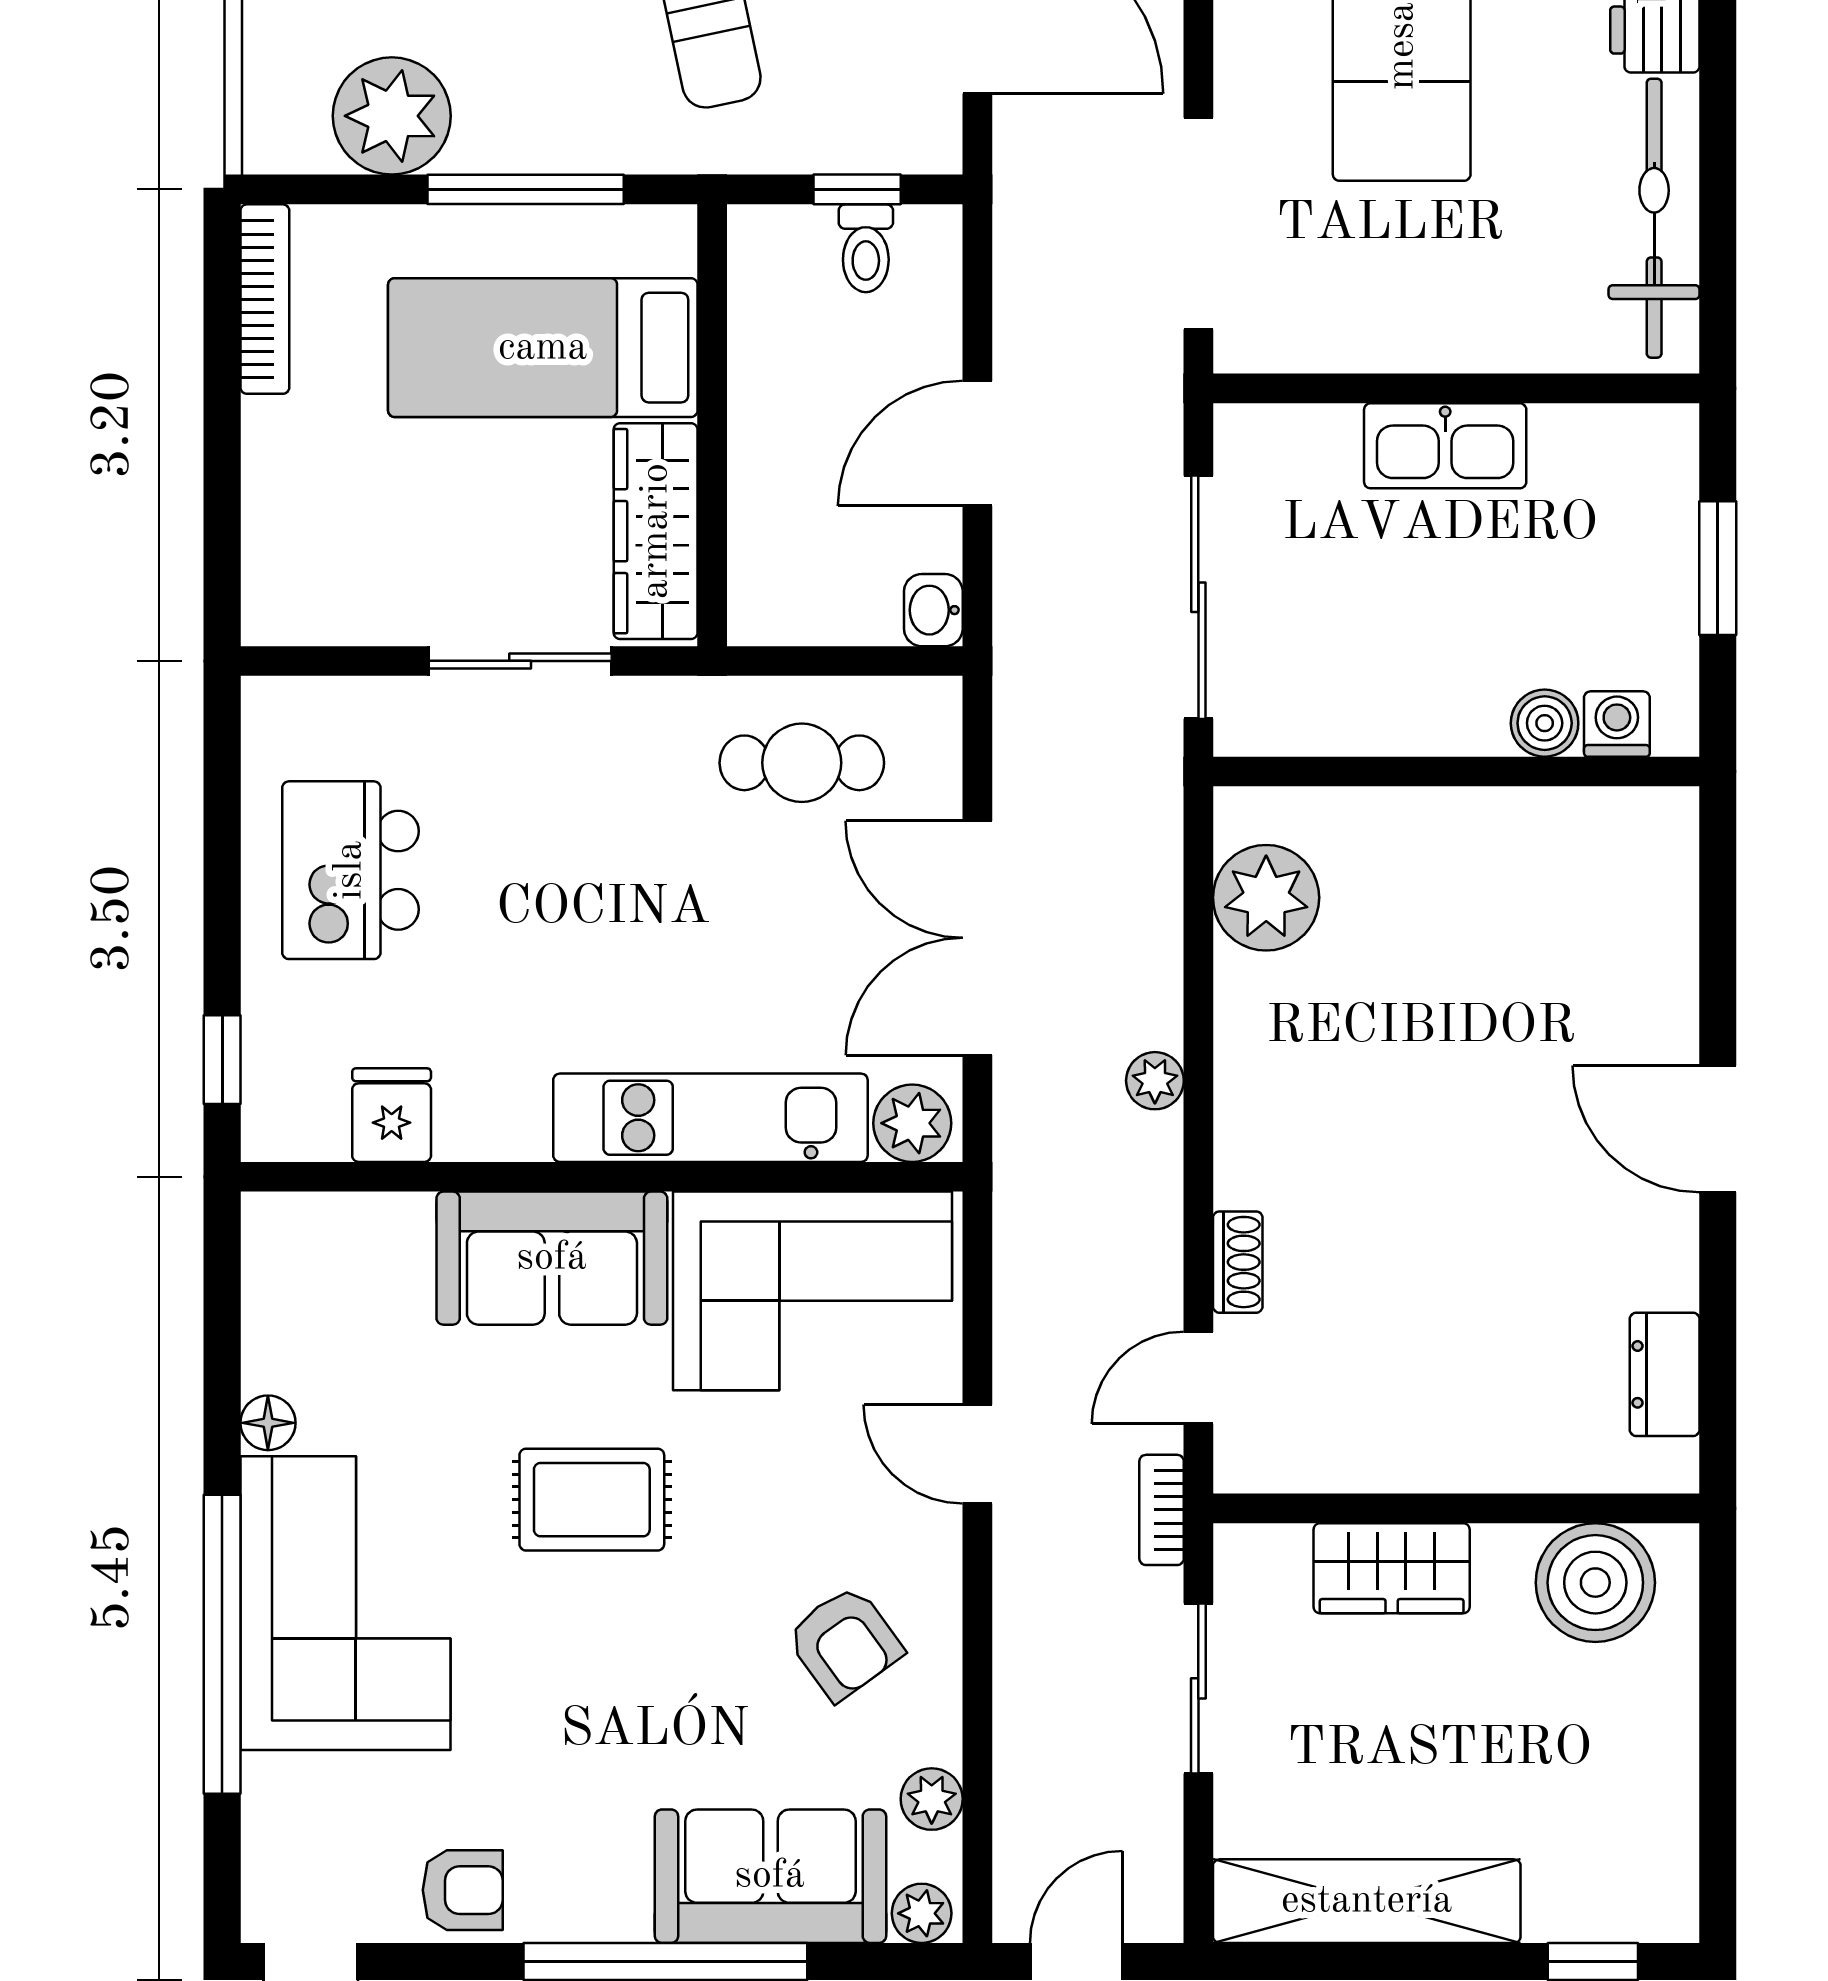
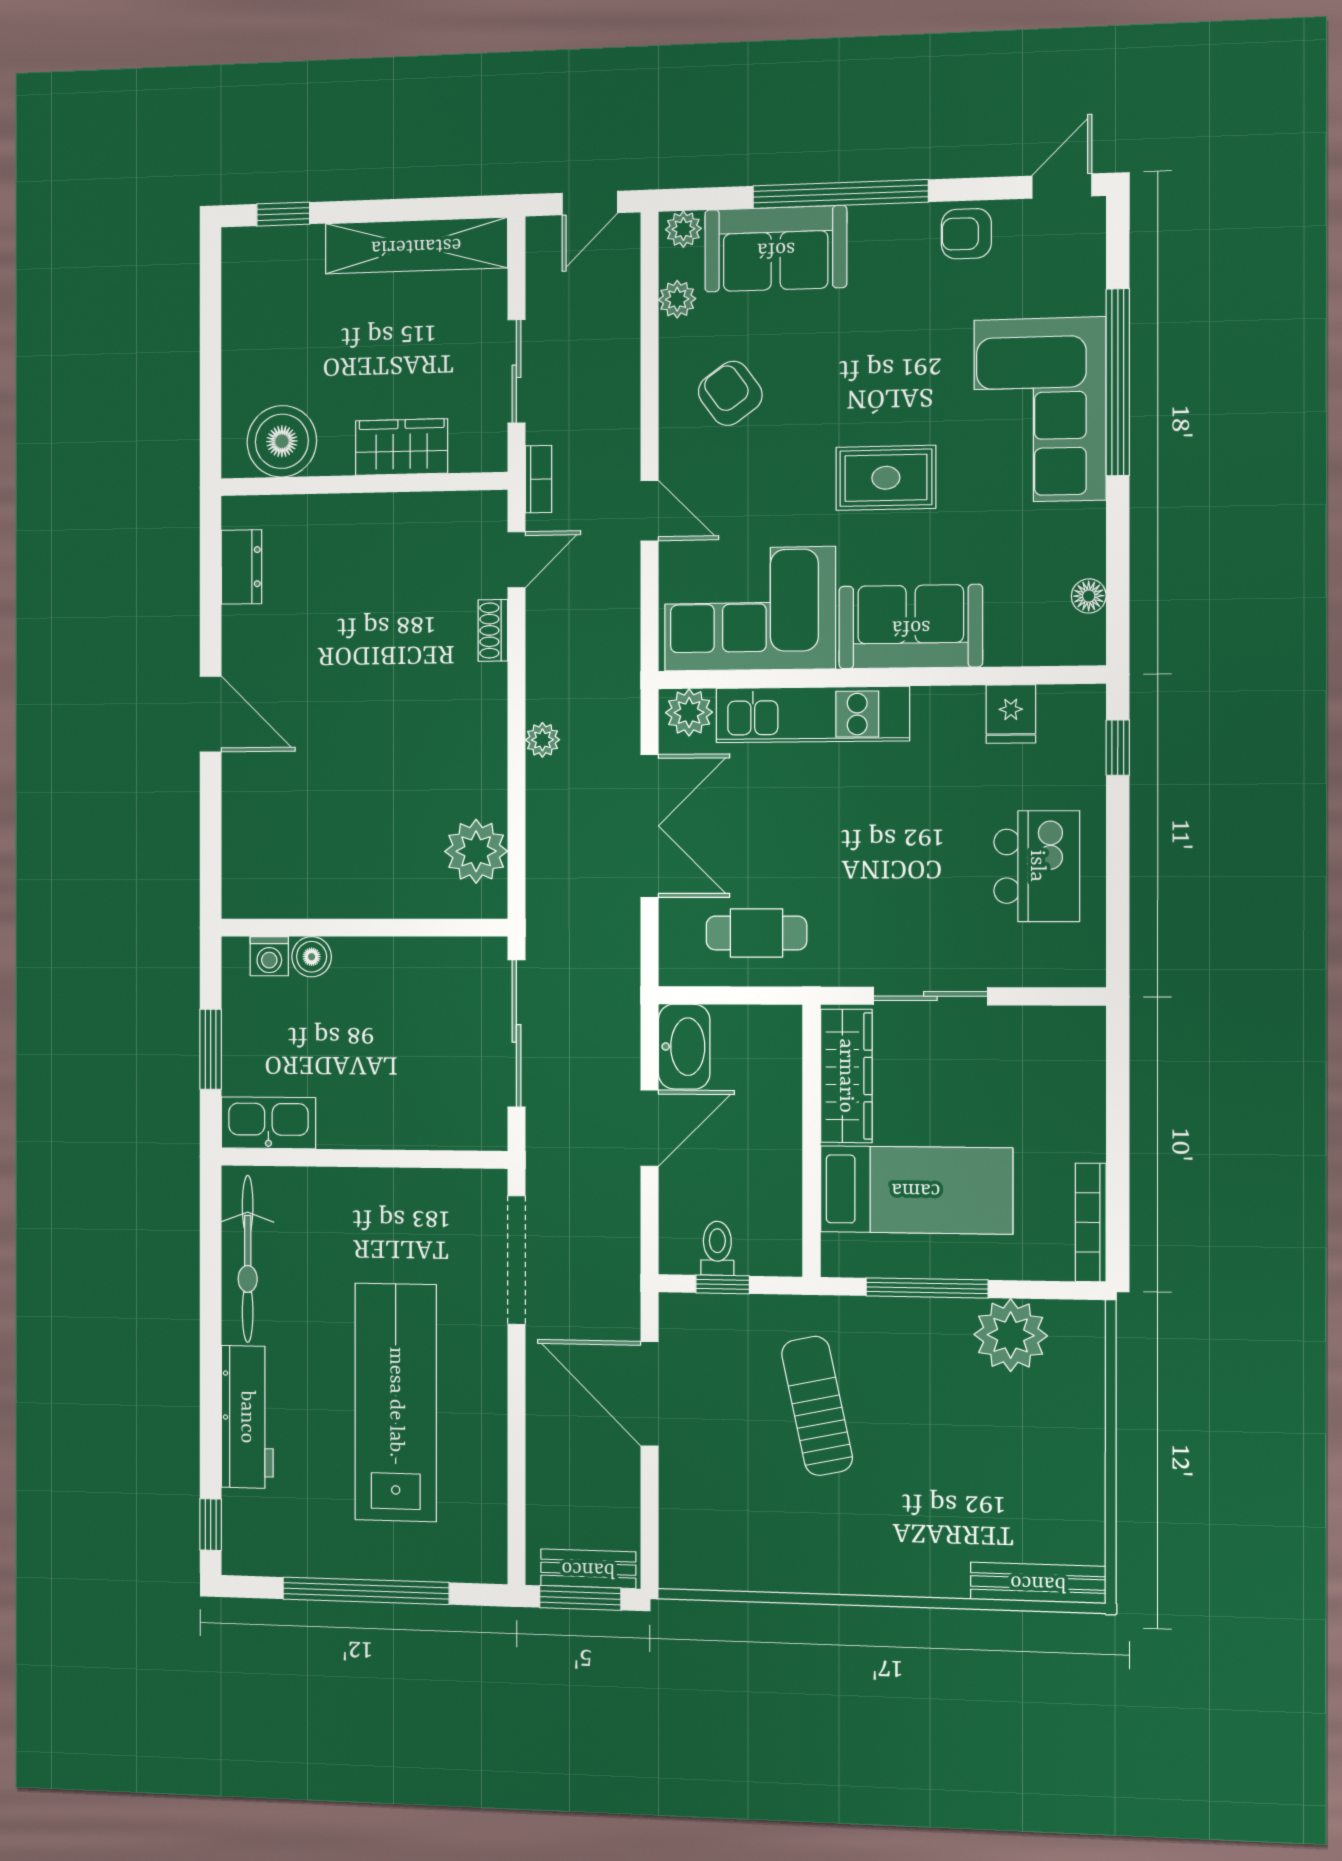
kitchen sink: (1445, 446) -> (268, 1123), moved
washbasin: (933, 610) -> (684, 1047), width x1.91, depth x1.45
floor lamp: (268, 1423) -> (1089, 596), moved

